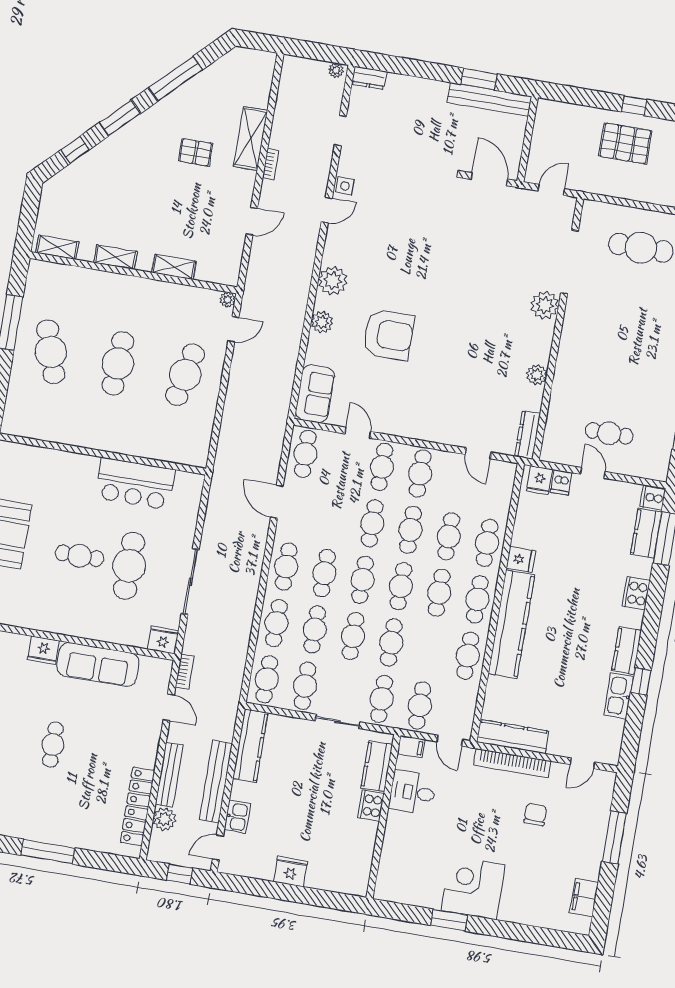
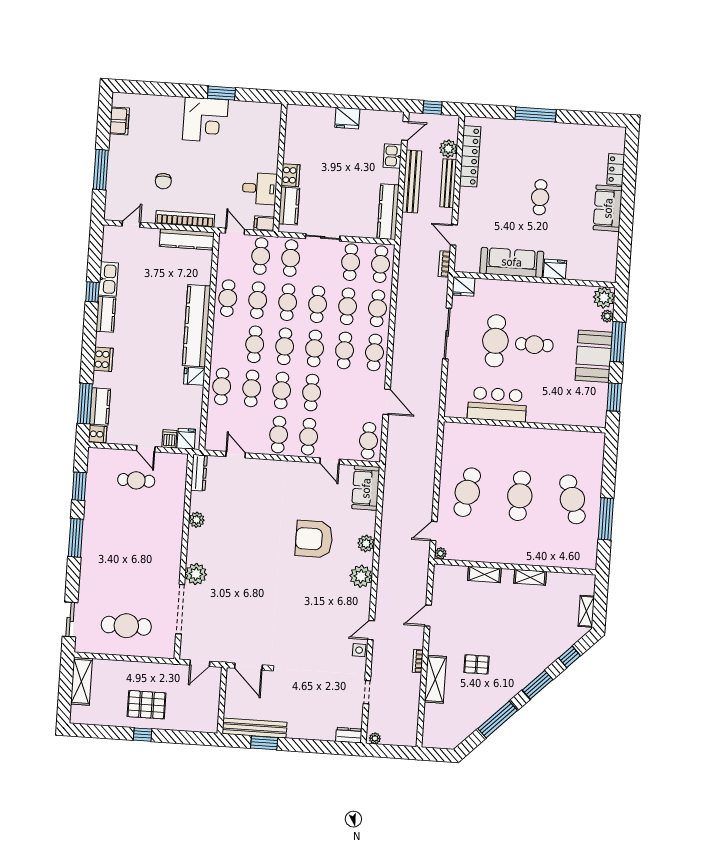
shelving: (57, 247) -> (586, 611), moved, turned 90
cafe table: (477, 599) -> (258, 300), moved

